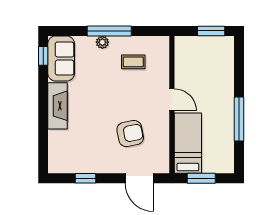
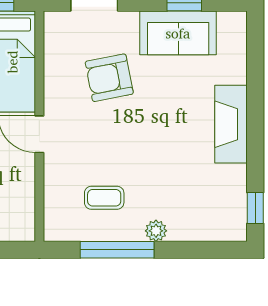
window: (109, 31) -> (117, 250), moved
sofa: (61, 58) -> (178, 33), moved, turned -90

